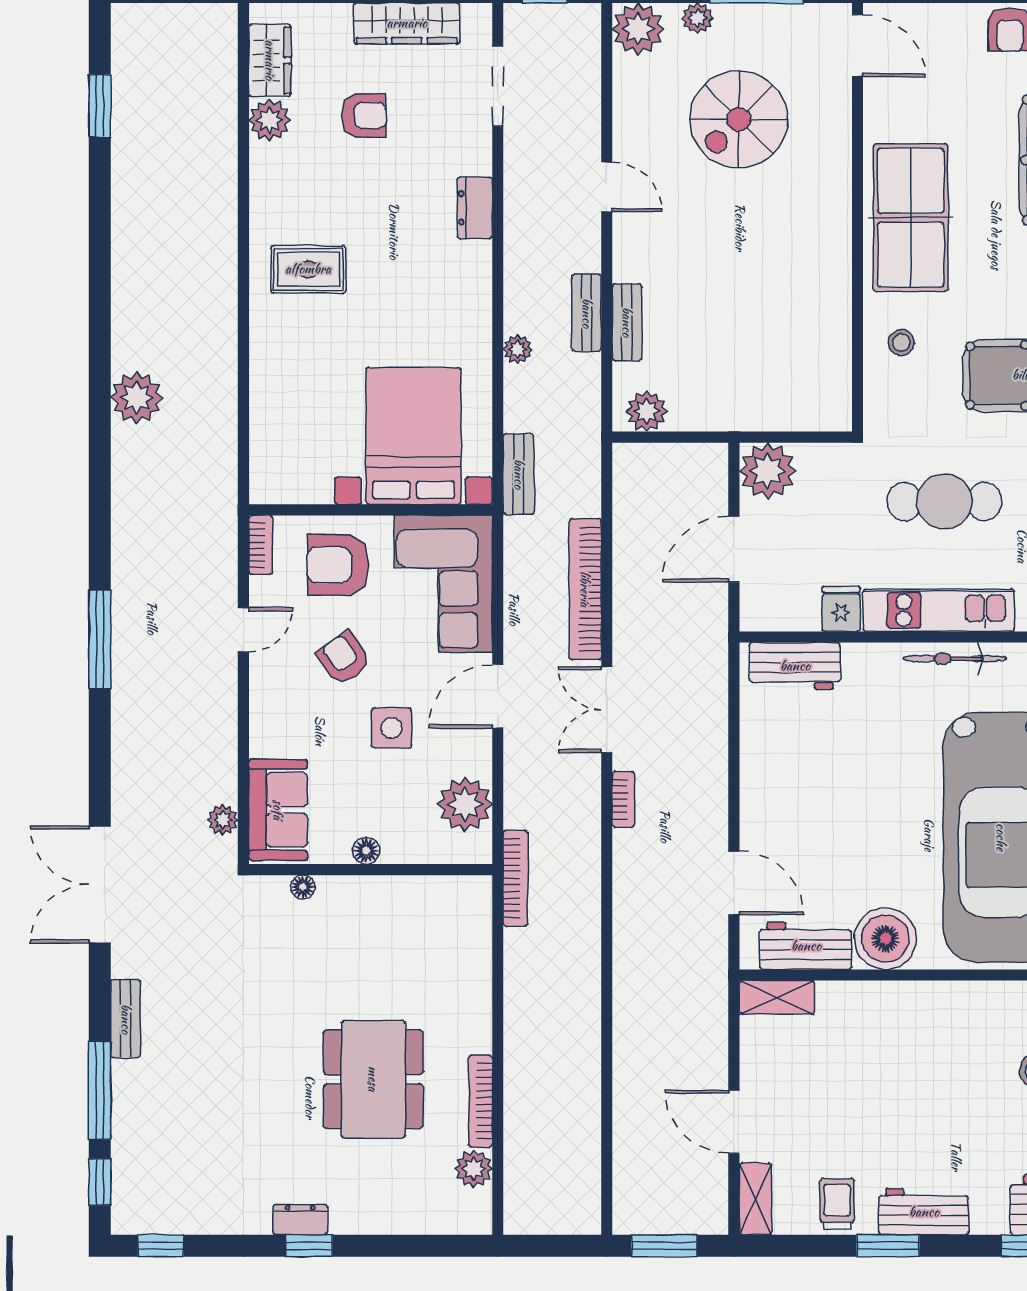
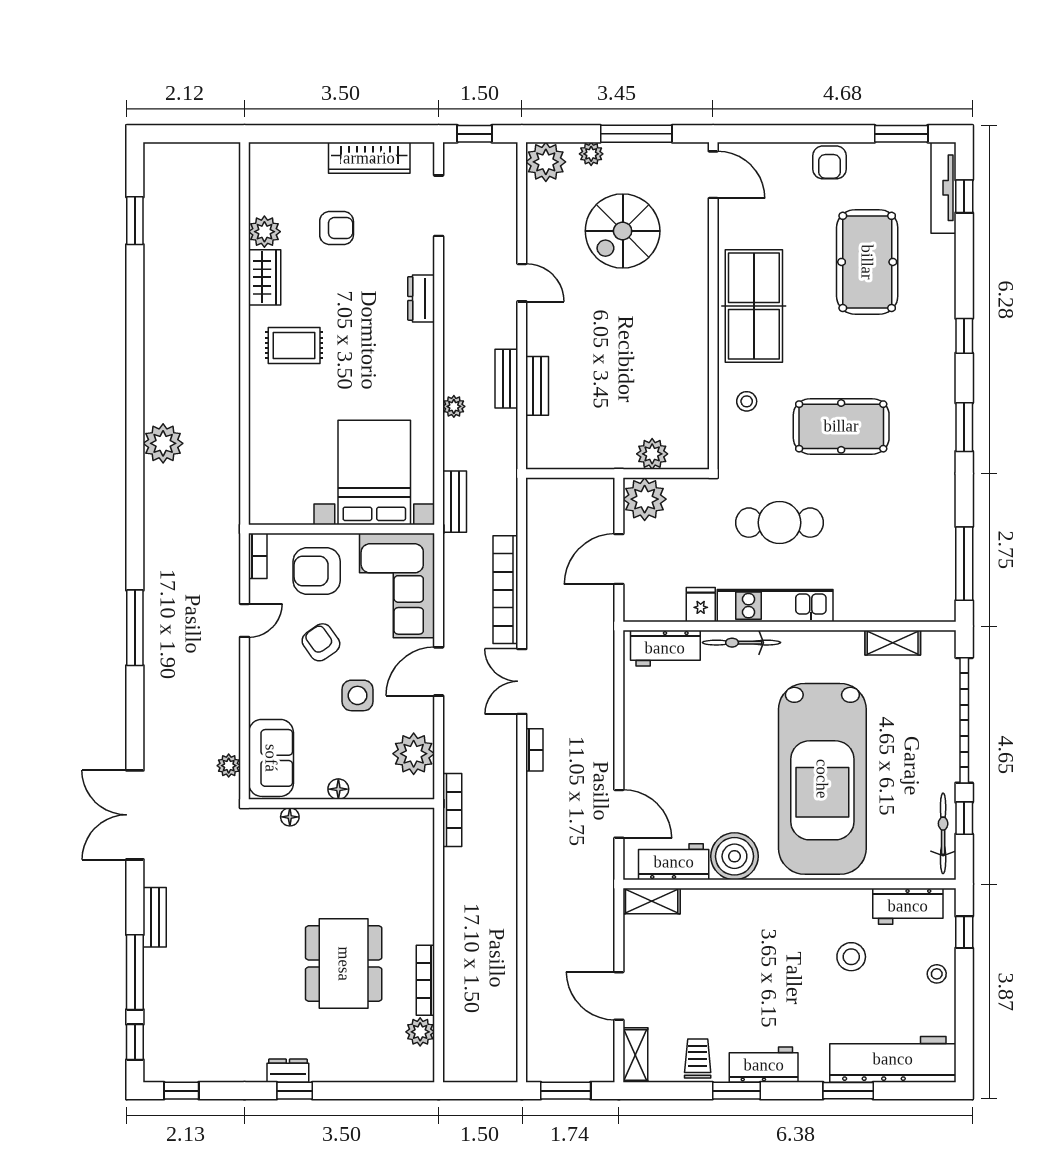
wardrobe: (270, 60) -> (265, 277), moved
plant: (647, 411) -> (652, 454), moved
bicycle: (955, 659) -> (741, 643), moved

